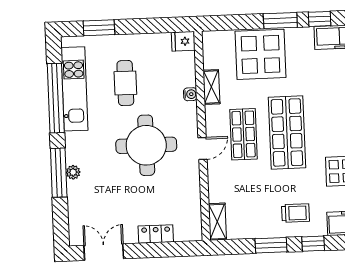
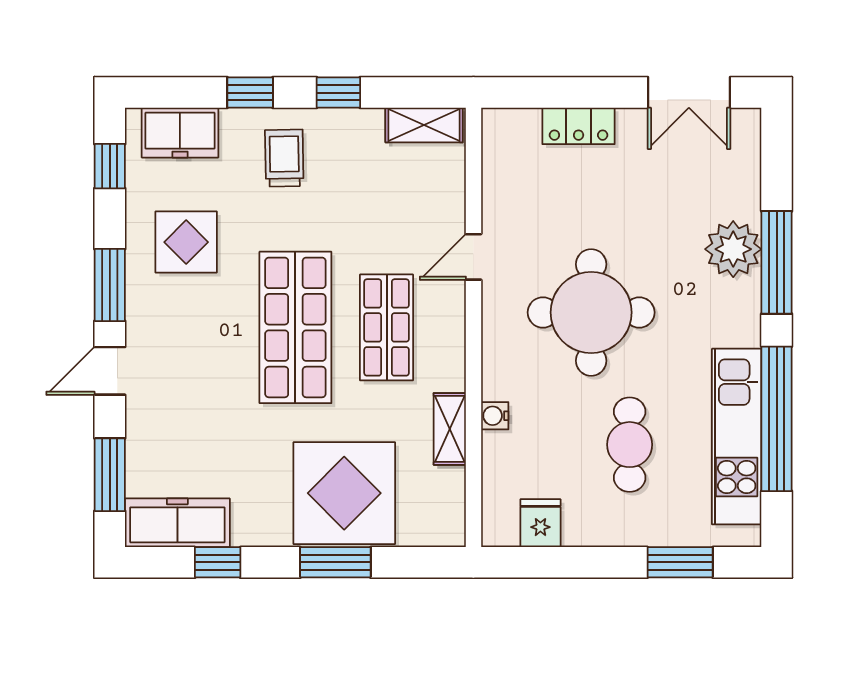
window: (280, 21) -> (335, 562), moved
fridge: (183, 41) -> (540, 523), moved, turned -90
door: (203, 149) -> (473, 257), moved
plant: (73, 172) -> (733, 249), width x1.88, depth x1.88
trolley: (296, 213) -> (284, 158), turned 89
shelving: (217, 222) -> (424, 125), moved, turned 90
window: (271, 245) -> (338, 93), width x0.67

